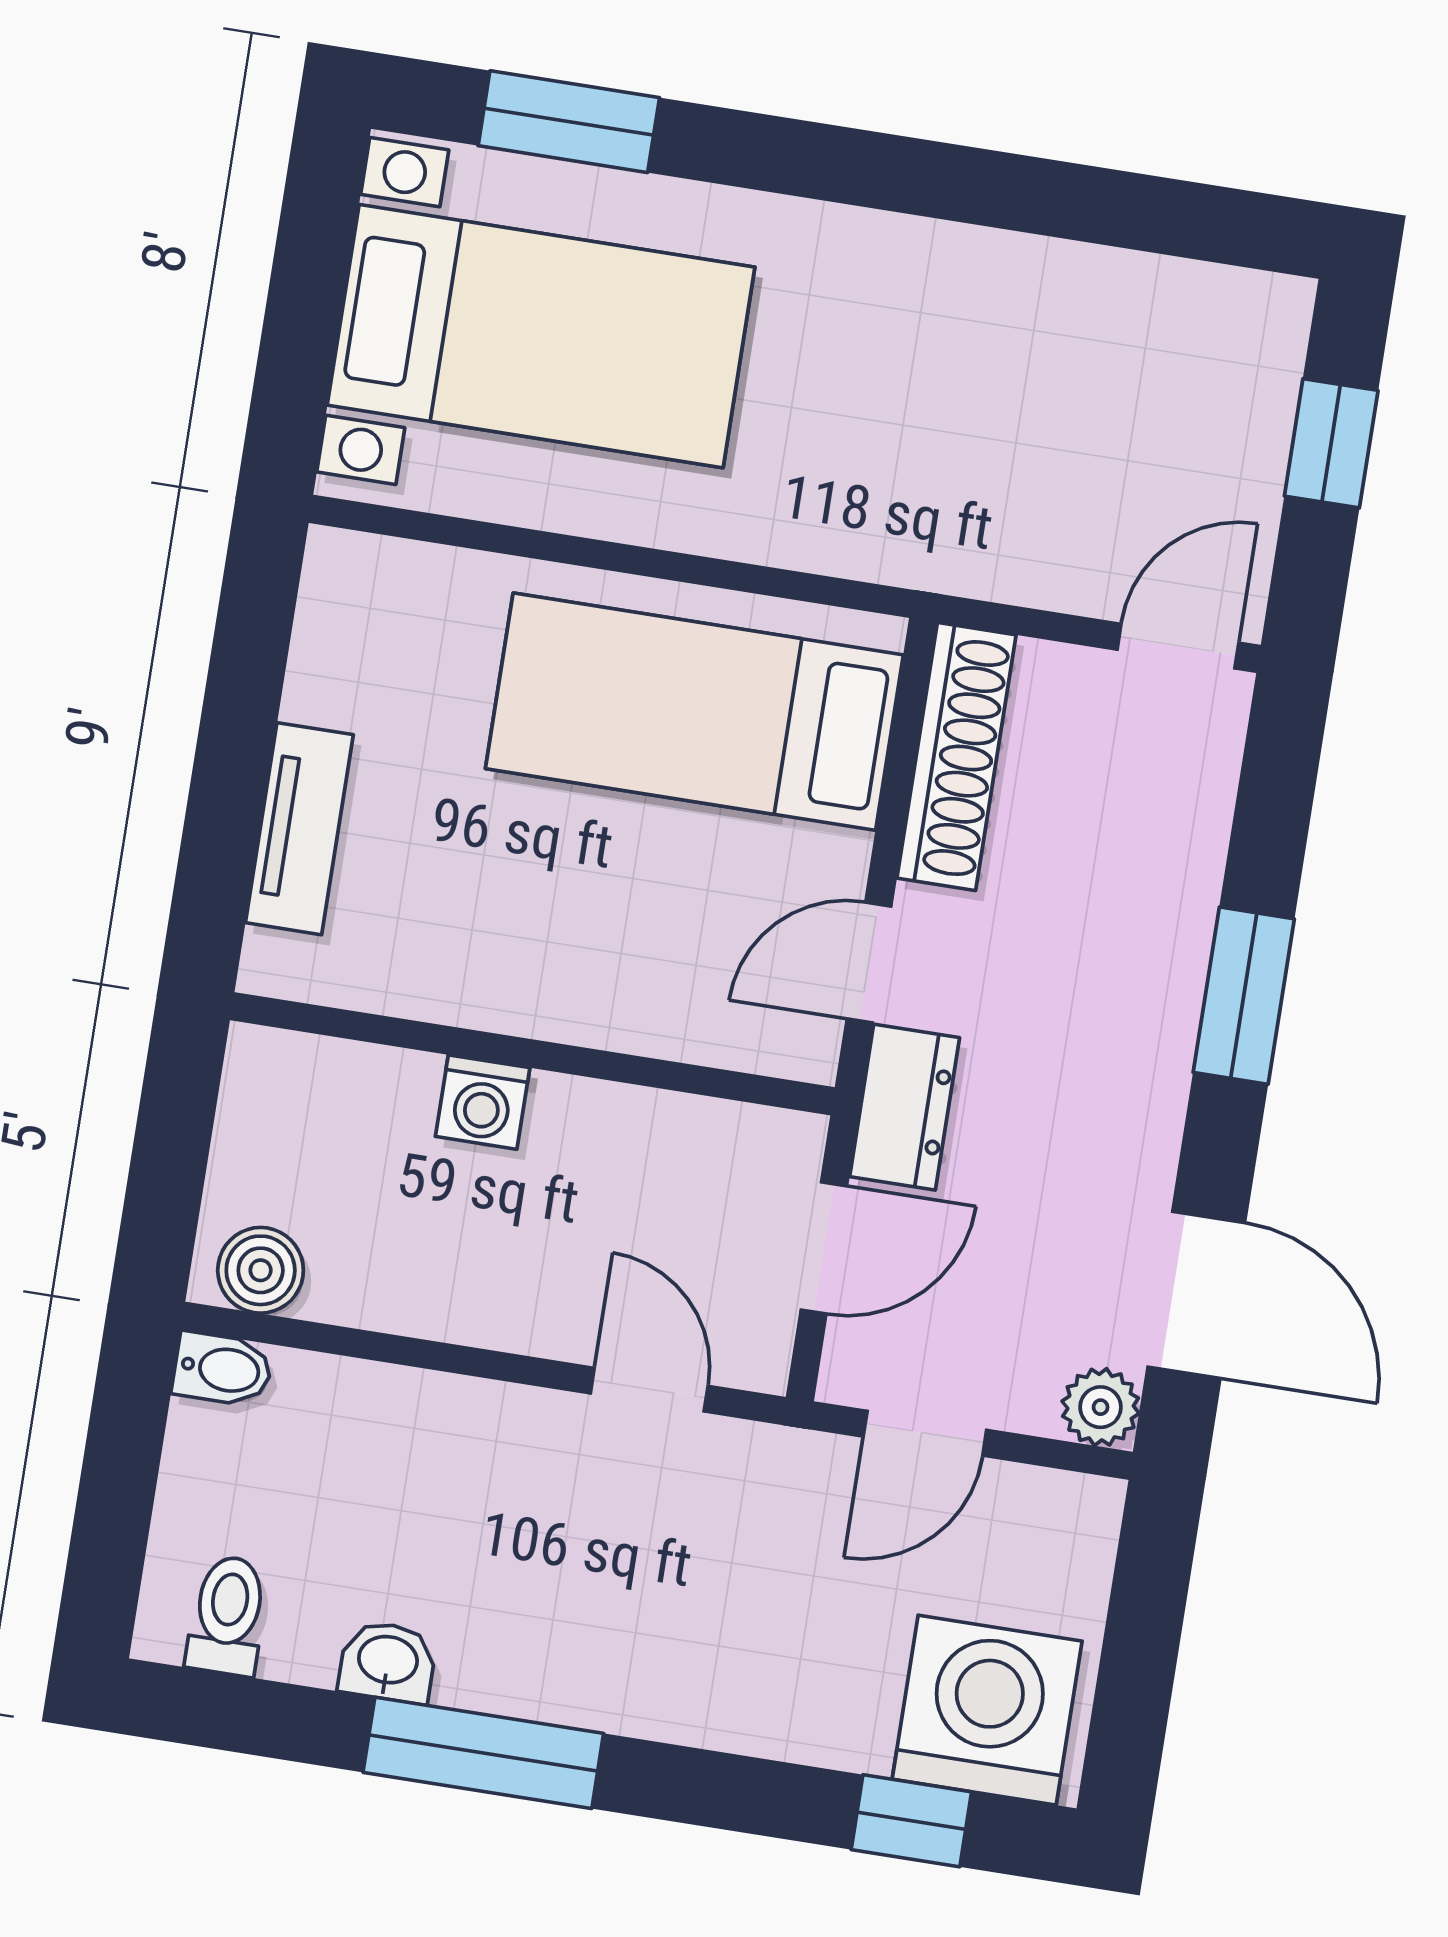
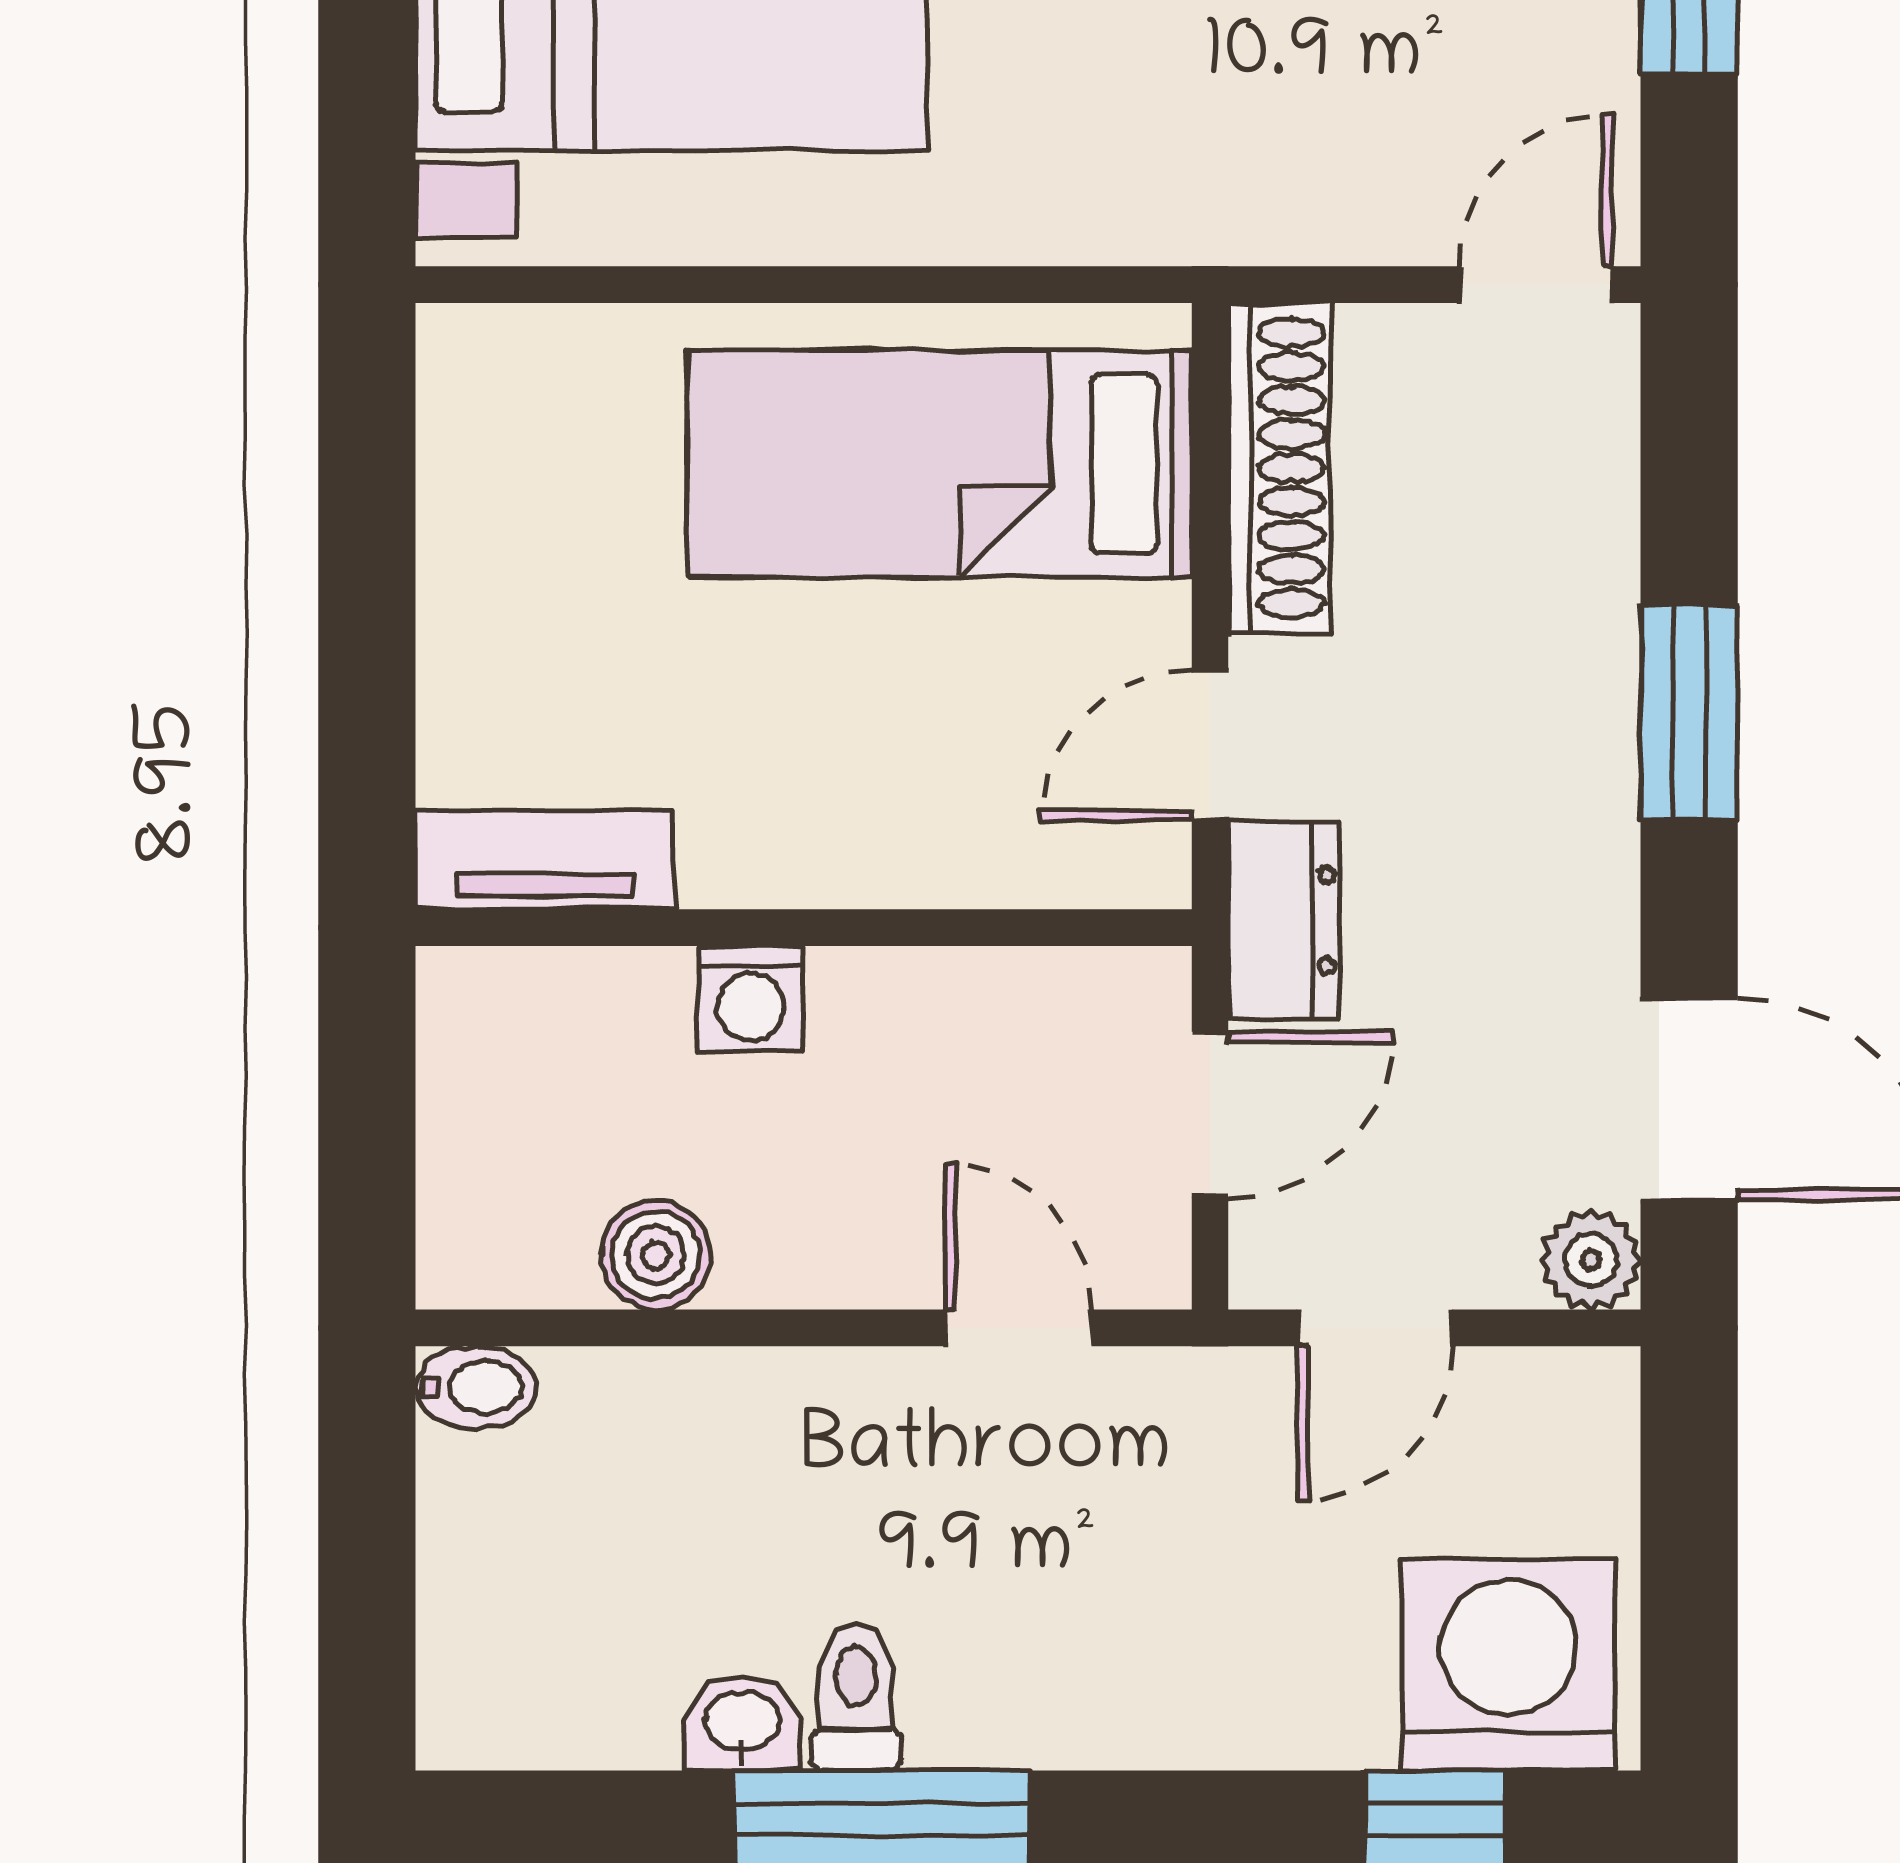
tv unit: (299, 829) -> (545, 860), moved, turned -90
boiler: (261, 1270) -> (656, 1255), moved
toilet: (228, 1615) -> (856, 1697), moved

